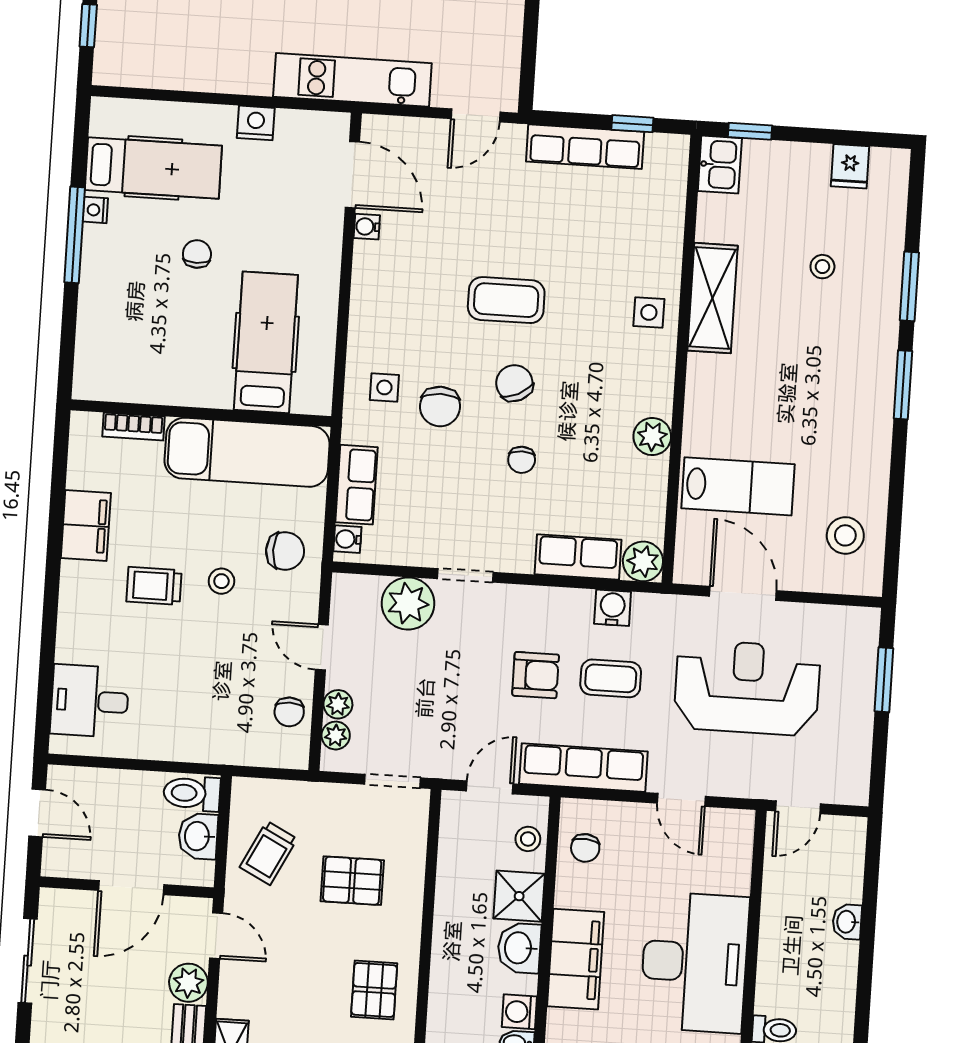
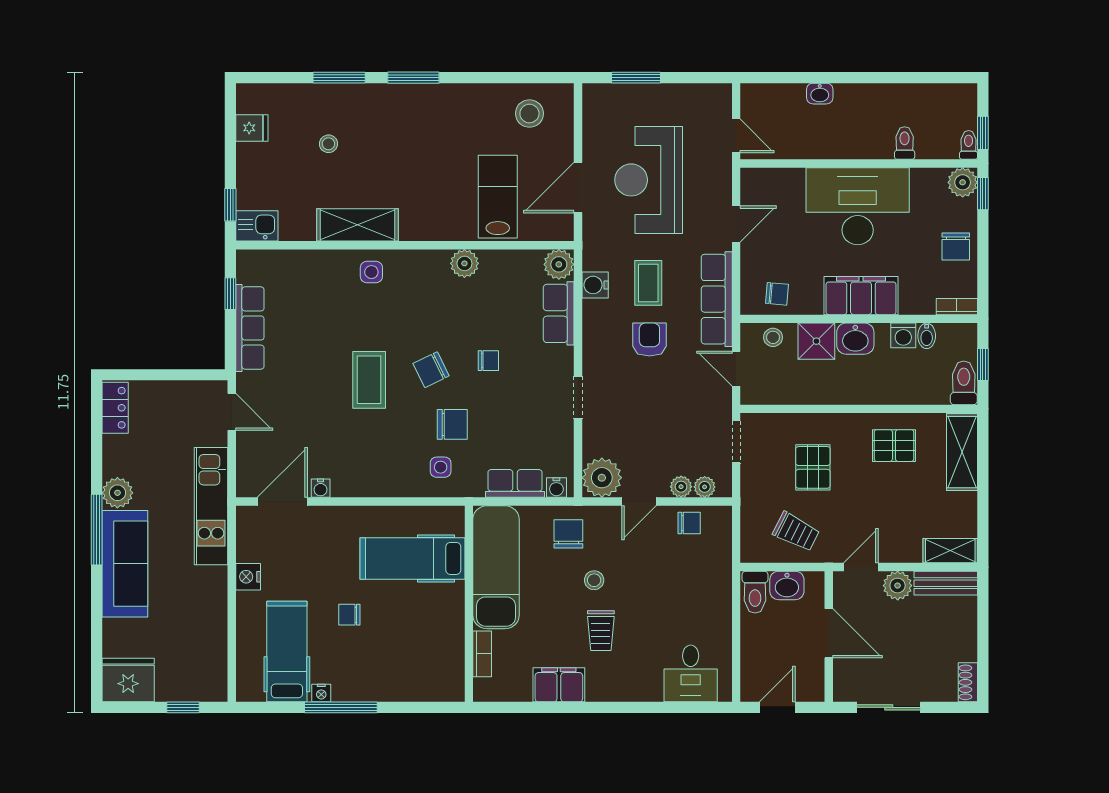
plant: (408, 603) -> (602, 478), moved

